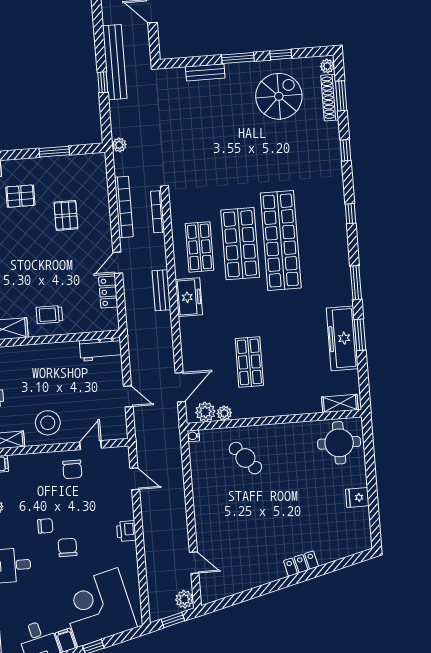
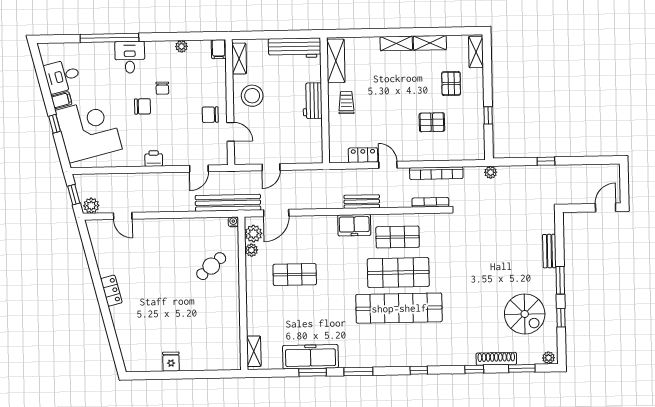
bench: (115, 62) -> (228, 203), moved
shoe rack: (330, 98) -> (496, 359), moved
window: (54, 152) -> (488, 115), width x0.67
workbench: (101, 349) -> (313, 101), moved
door: (180, 387) -> (276, 213), hinge flipped
round table: (339, 443) -> (220, 349), removed
door: (194, 563) -> (123, 216), hinge flipped
locker: (301, 564) -> (111, 291), moved

